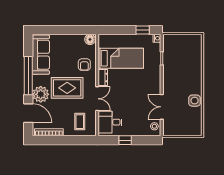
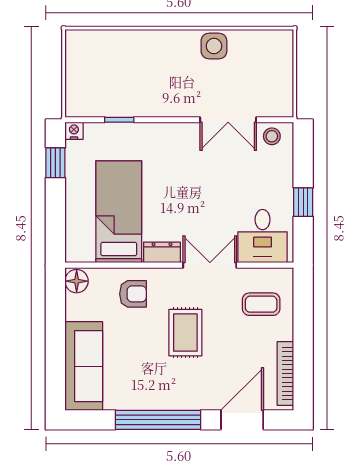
sofa: (41, 55) -> (84, 366), moved, turned 90
rug: (67, 88) -> (185, 333), width x0.73, depth x0.70
plant: (41, 94) -> (200, 392), removed

